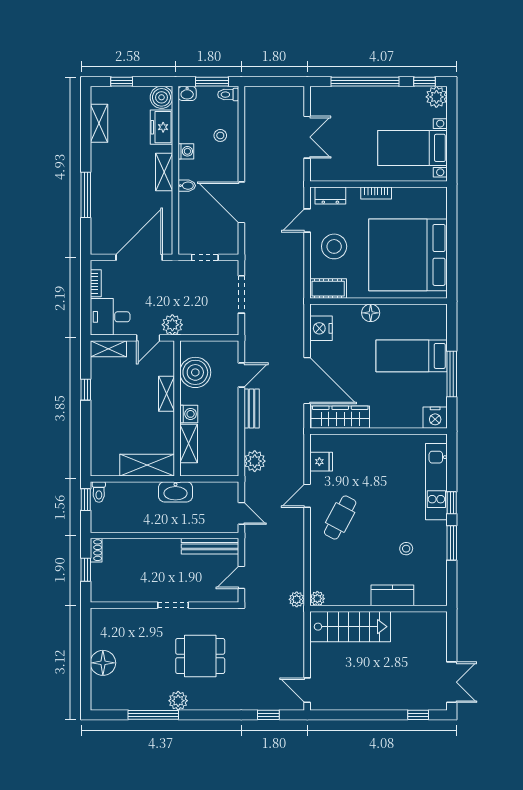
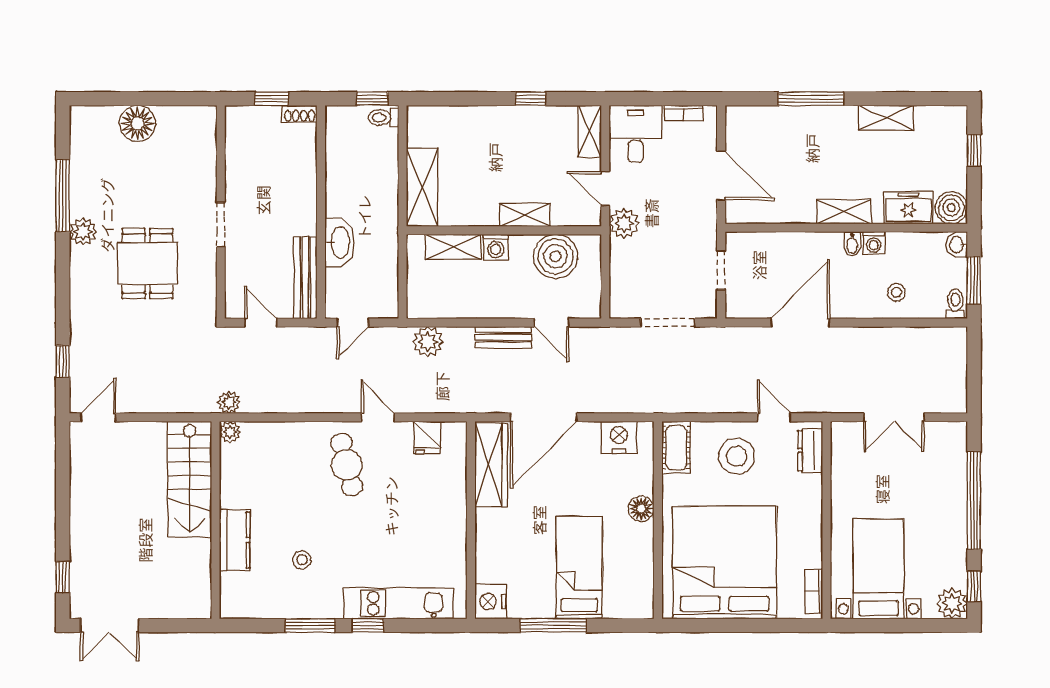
shelving: (99, 123) -> (886, 118), moved
bidet: (187, 186) -> (852, 244), moved
bookcase: (376, 193) -> (814, 591), moved
door: (139, 257) -> (721, 176), width x0.73
washbasin: (175, 492) -> (340, 243), moved, turned 180
cafe table: (340, 518) -> (347, 465), turned 48

